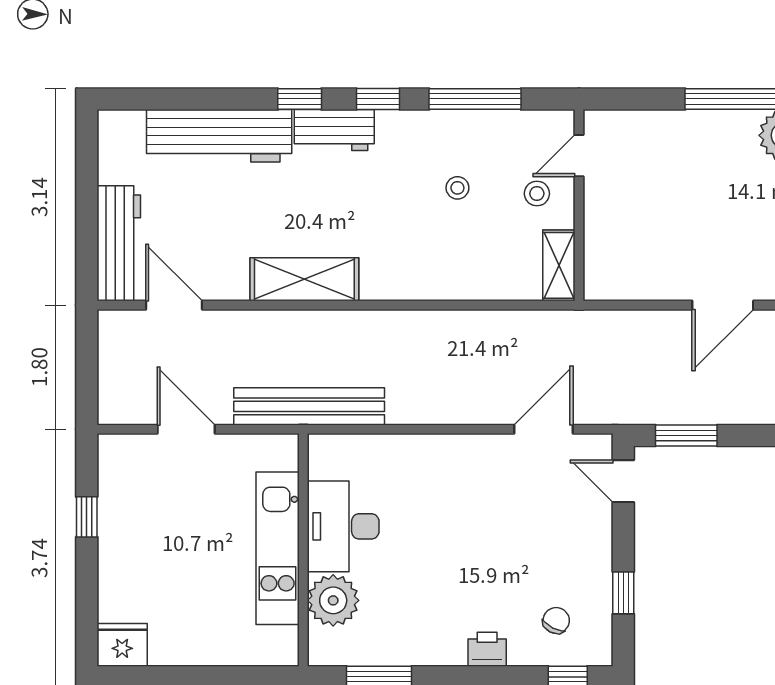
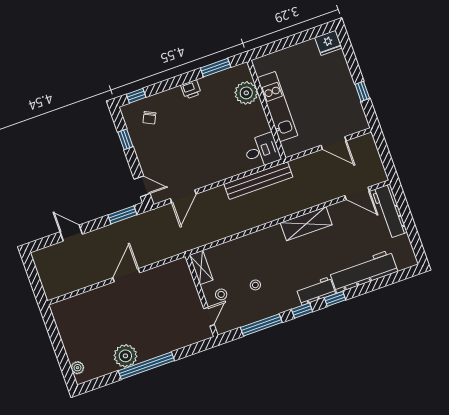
bench: (309, 406) -> (258, 180), moved
desk: (343, 526) -> (262, 151), moved, width x0.73
printer: (487, 649) -> (191, 89), moved

